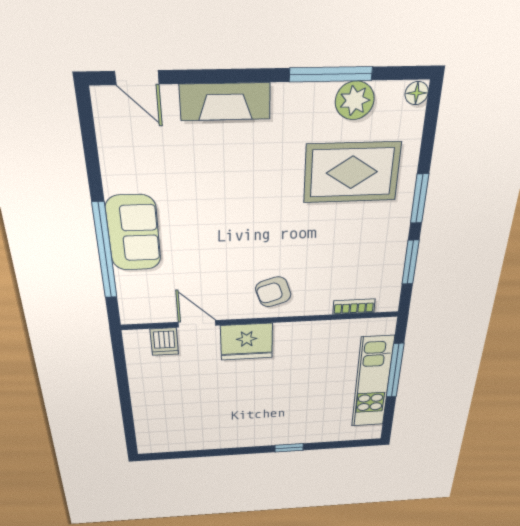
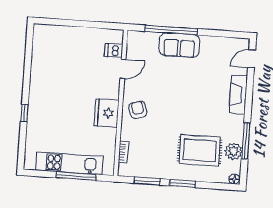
rug: (352, 172) -> (200, 150), turned 90
fridge: (247, 342) -> (106, 113), moved

